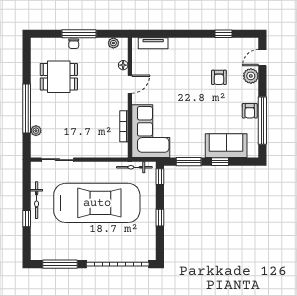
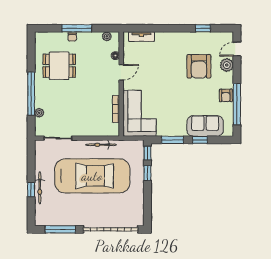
armchair: (219, 77) -> (199, 66), width x1.88, depth x1.88
bicycle: (134, 167) -> (101, 145), moved
bicycle: (37, 200) -> (40, 188), moved
window: (160, 218) -> (147, 173), moved

